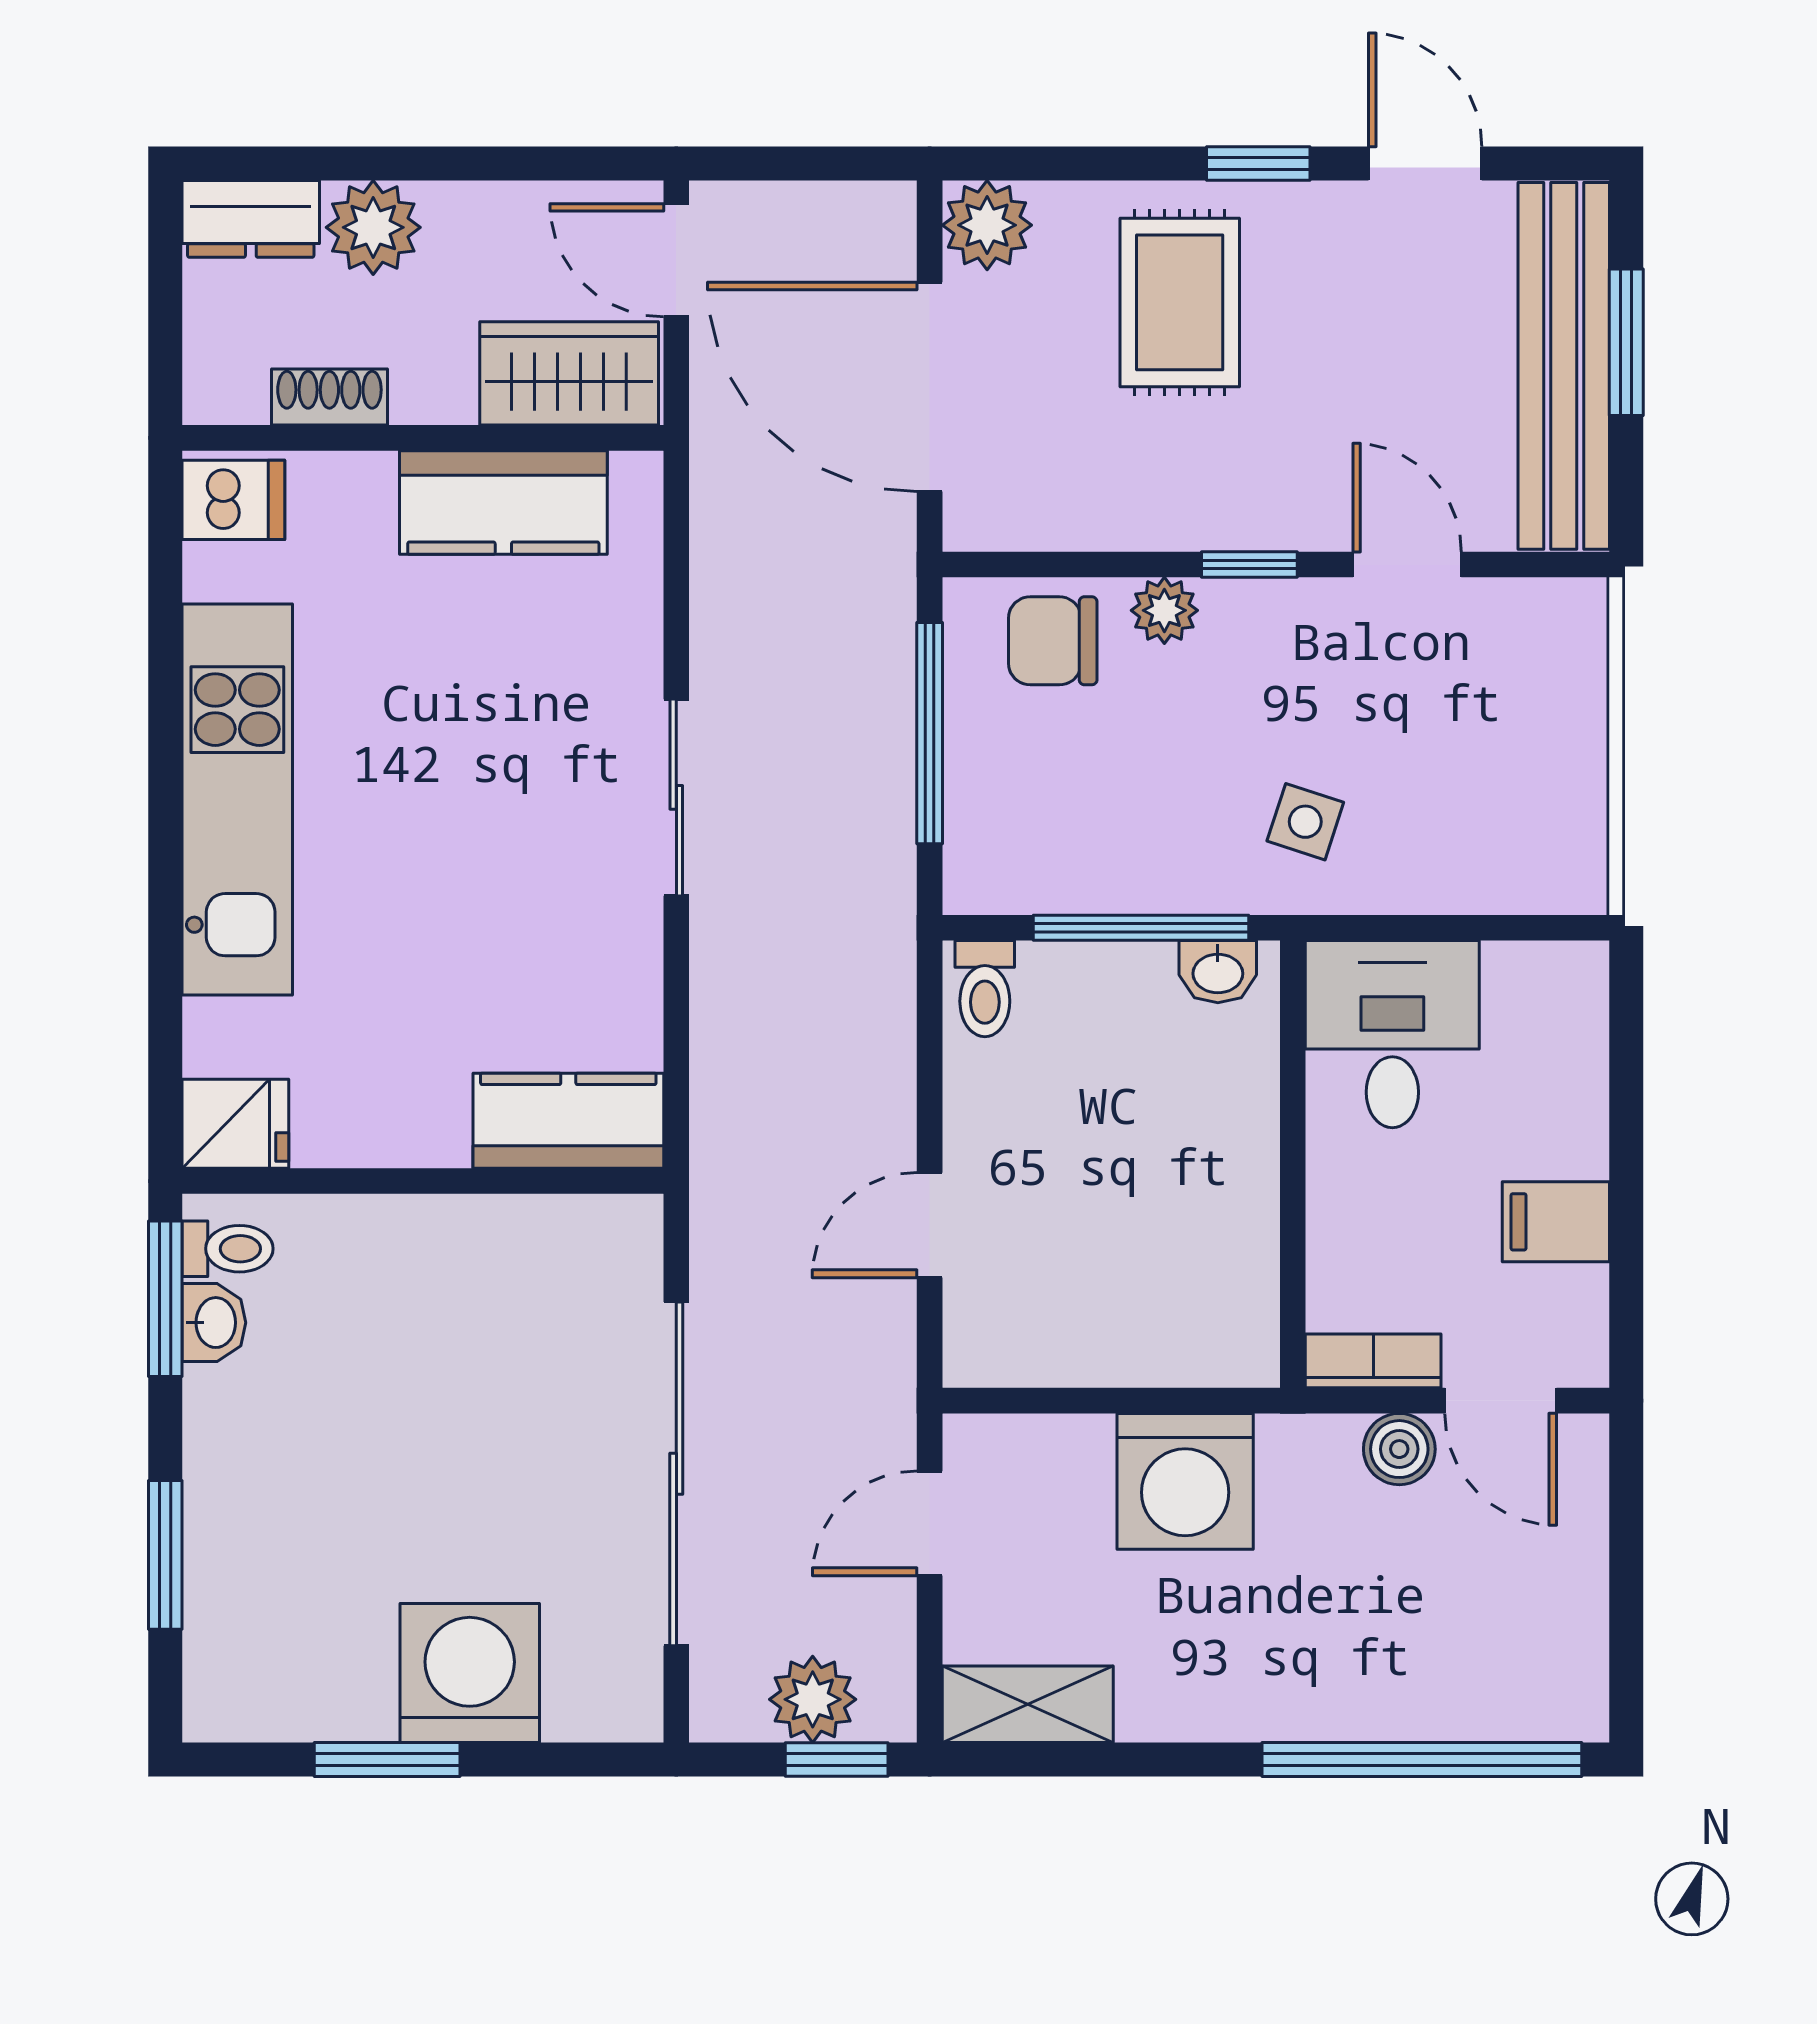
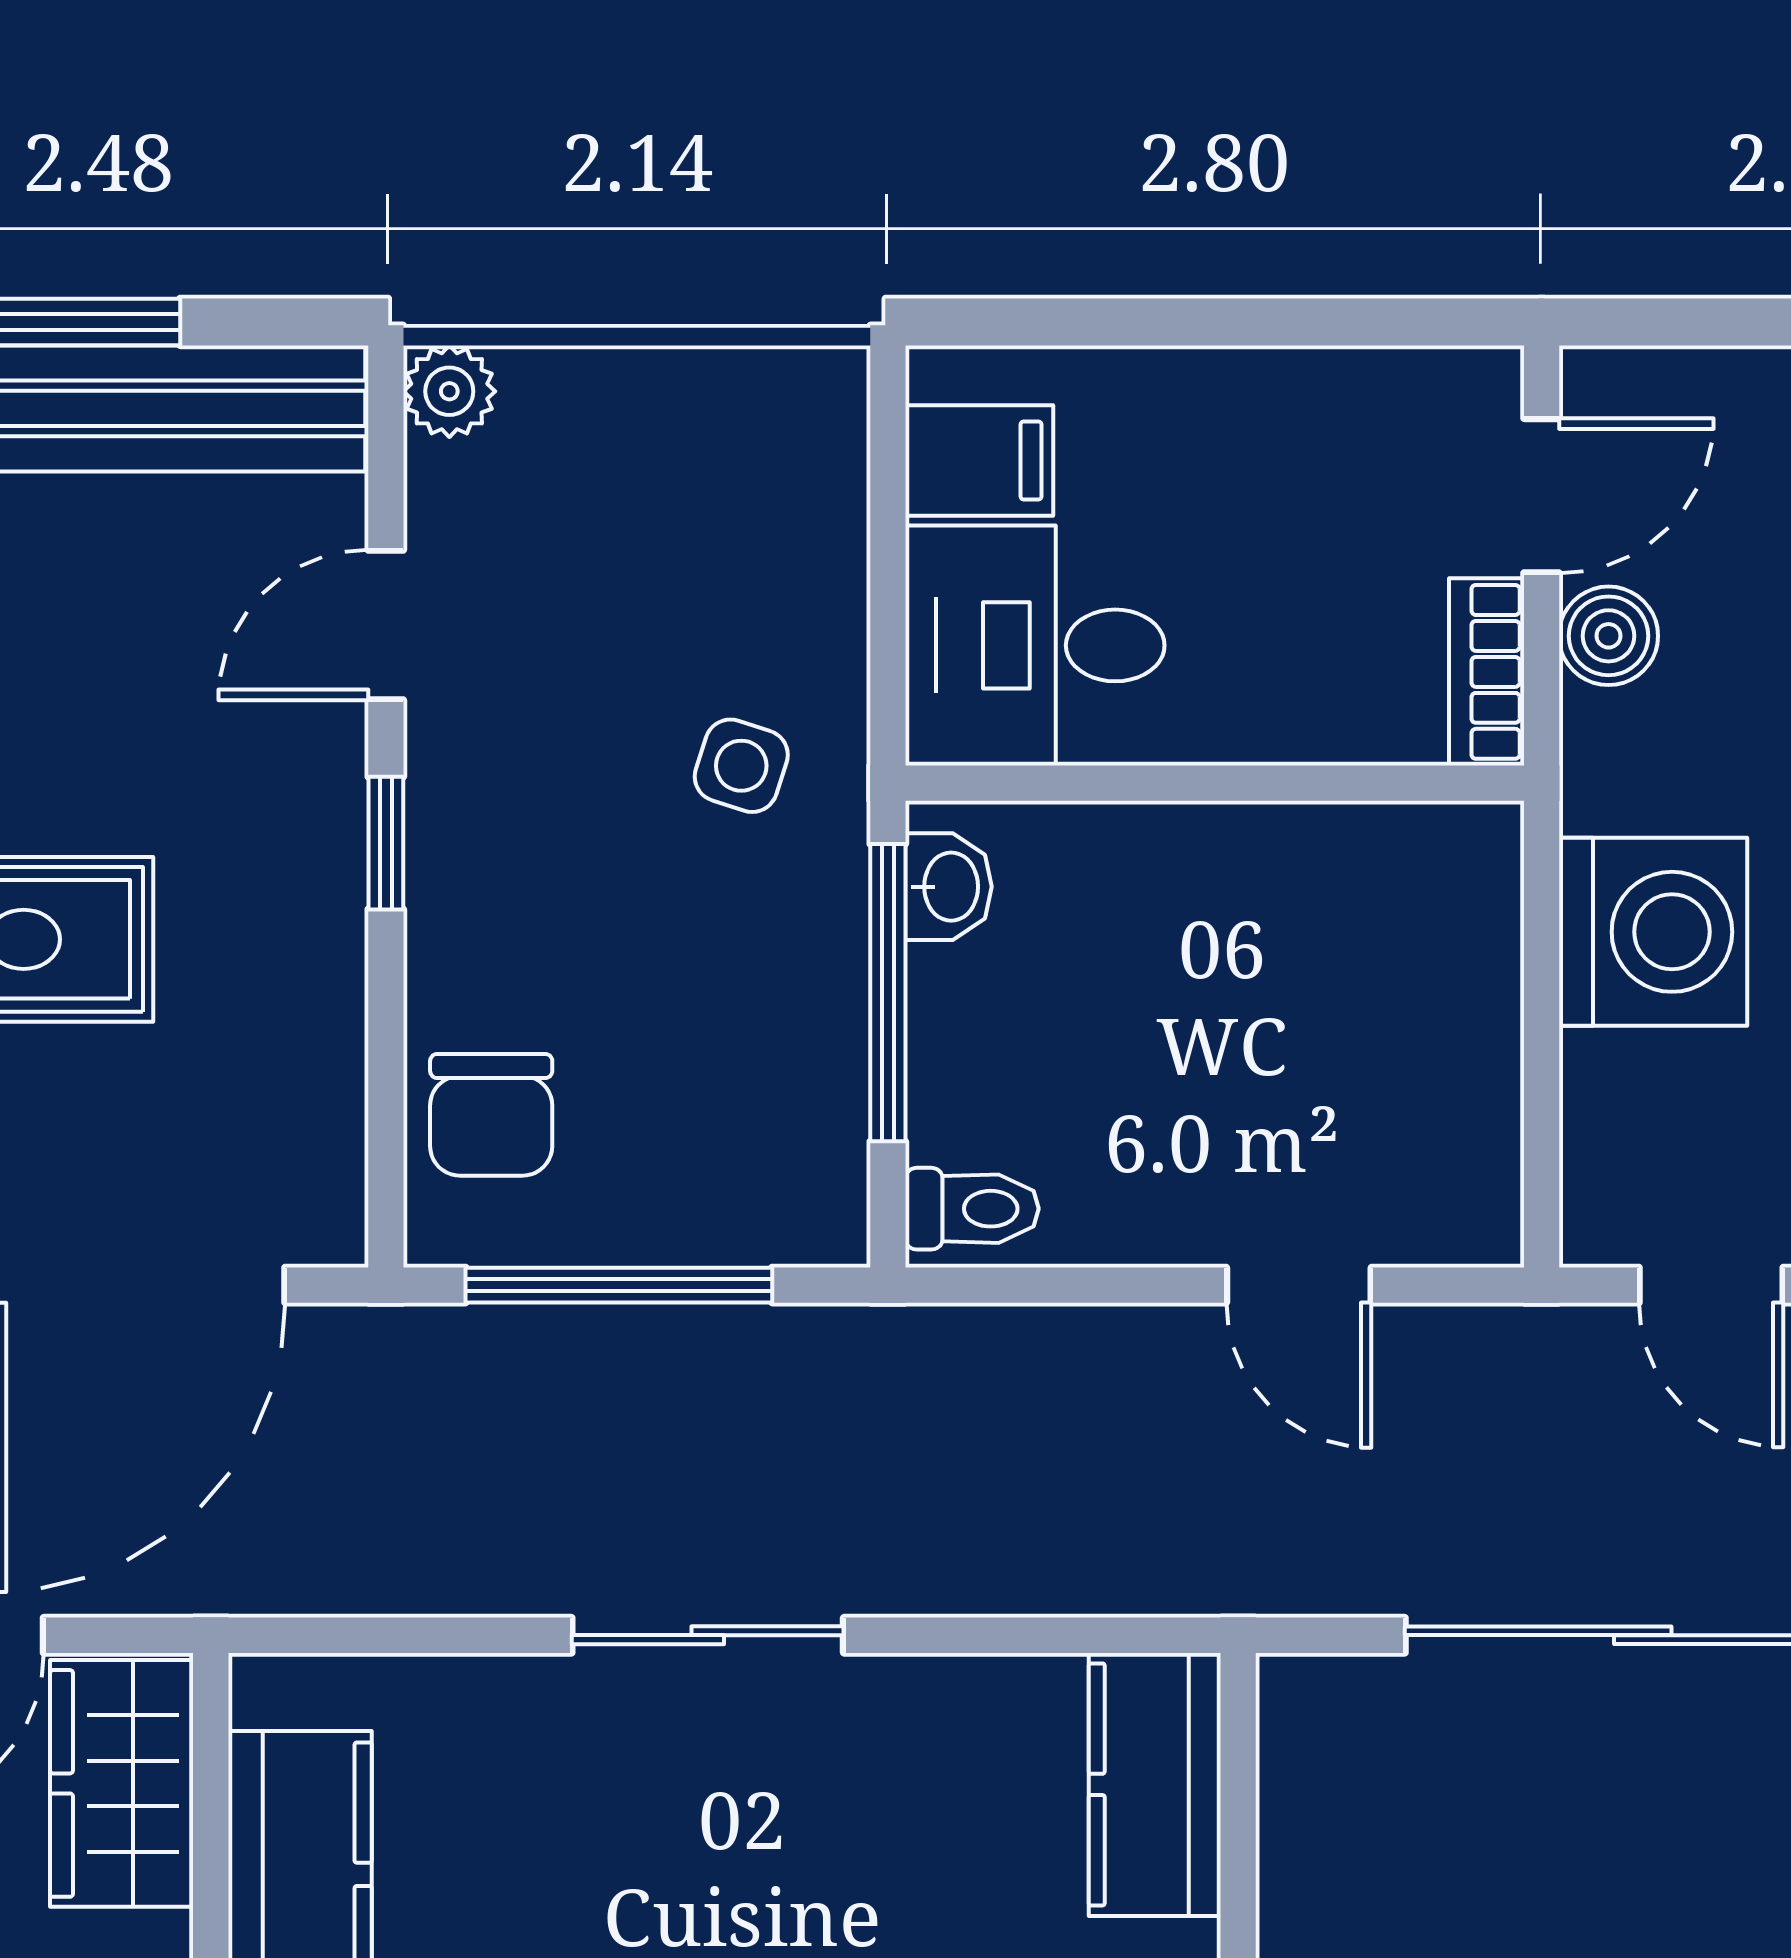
plant: (1164, 610) -> (449, 391), moved
filing cabinet: (1556, 1222) -> (979, 460), moved, turned -90

